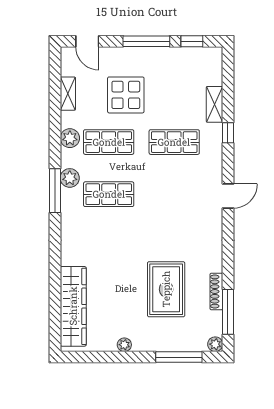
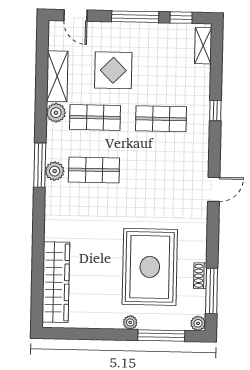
shelving: (68, 94) -> (57, 76), width x1.50, depth x1.33
shelving: (215, 104) -> (203, 46), moved
plant: (70, 178) -> (55, 171), moved
door: (228, 196) -> (214, 189), moved
rug: (166, 289) -> (150, 267), width x1.37, depth x1.44
shoe rack: (216, 291) -> (200, 276), width x0.70
plant: (124, 345) -> (130, 322), moved

